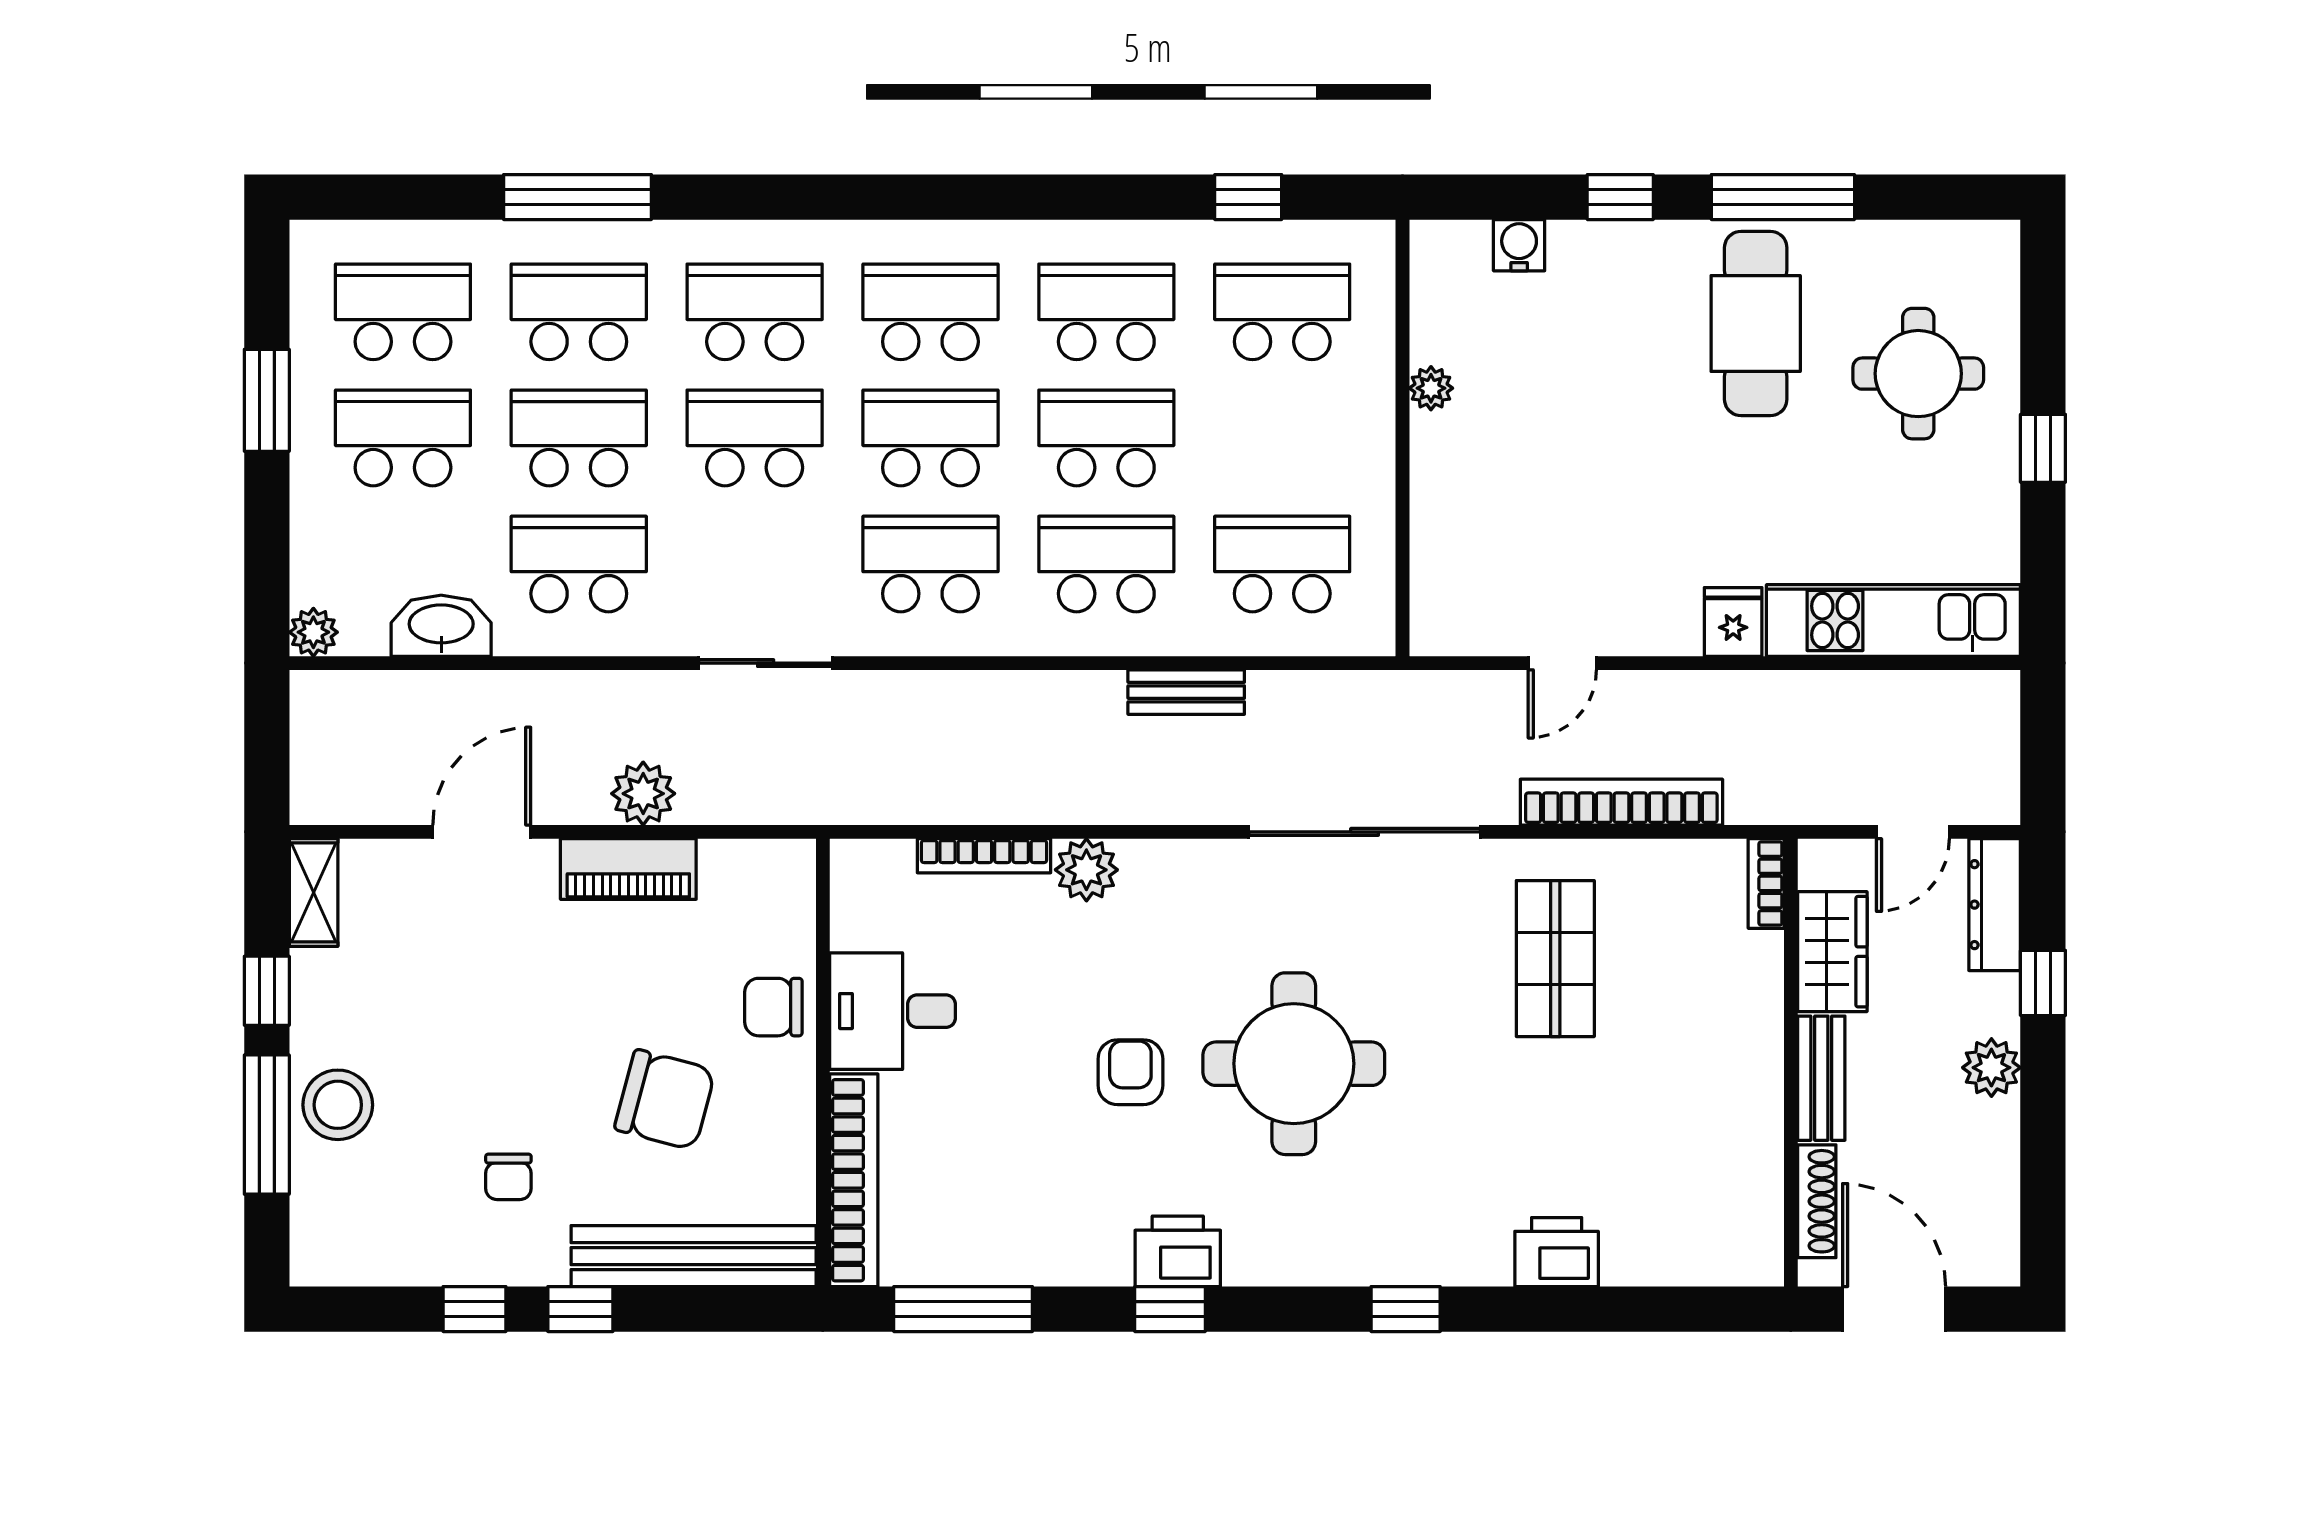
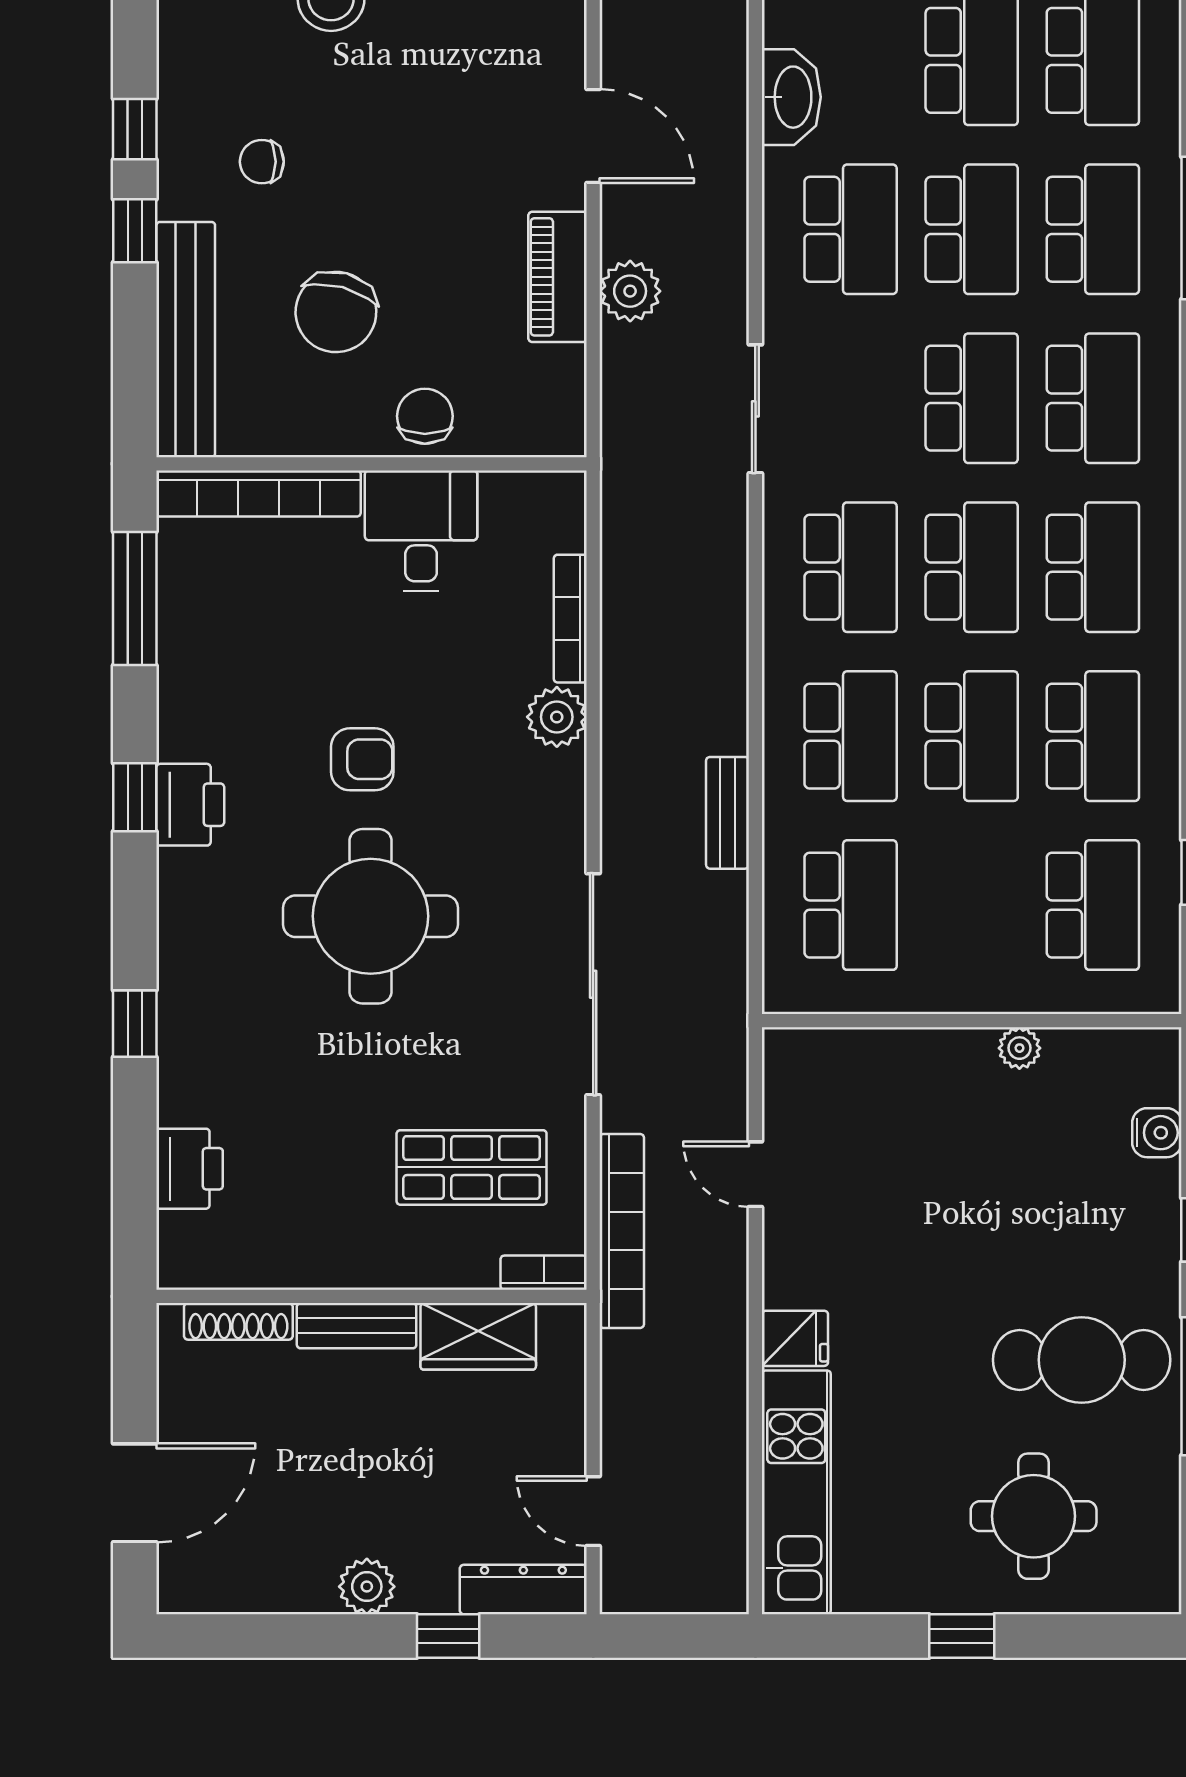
bookcase: (1766, 883) -> (544, 1273), moved
wardrobe: (1832, 952) -> (478, 1336), moved
wall: (1791, 1063) -> (372, 1296), moved
bench: (1821, 1078) -> (357, 1326), moved
shoe rack: (1817, 1201) -> (238, 1321), moved

